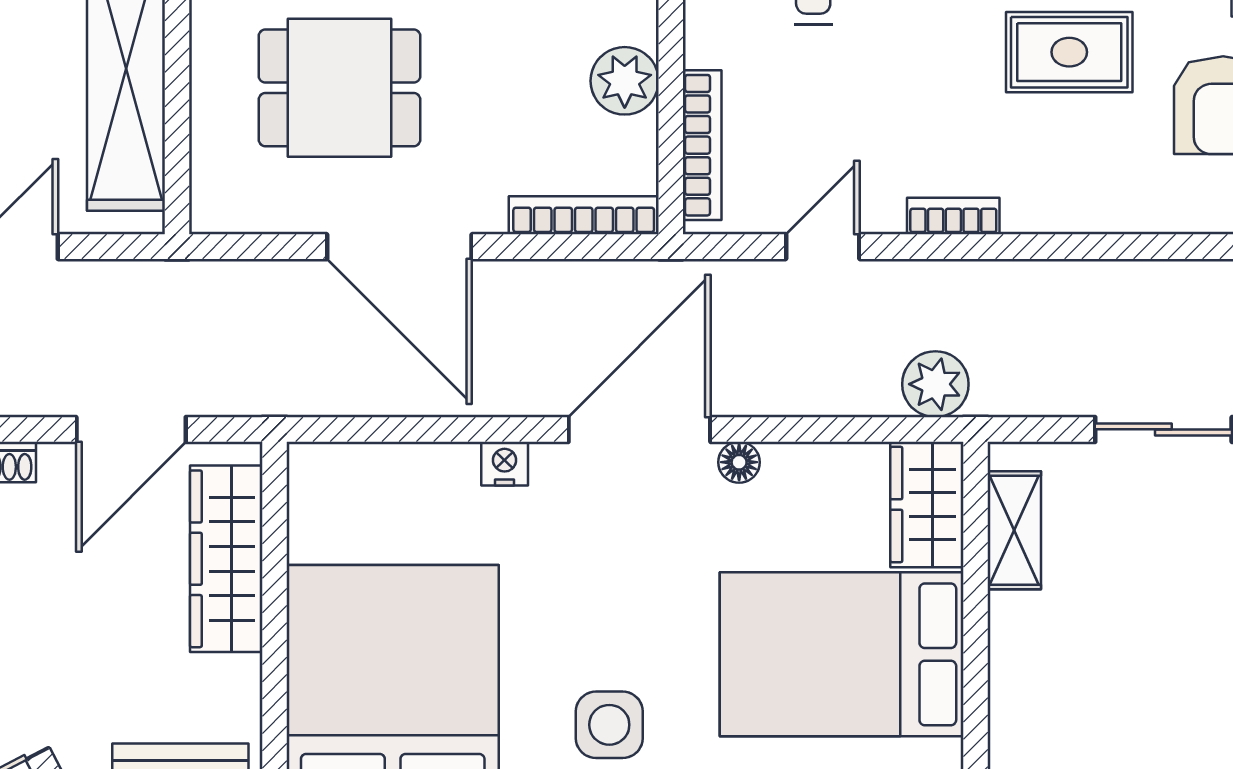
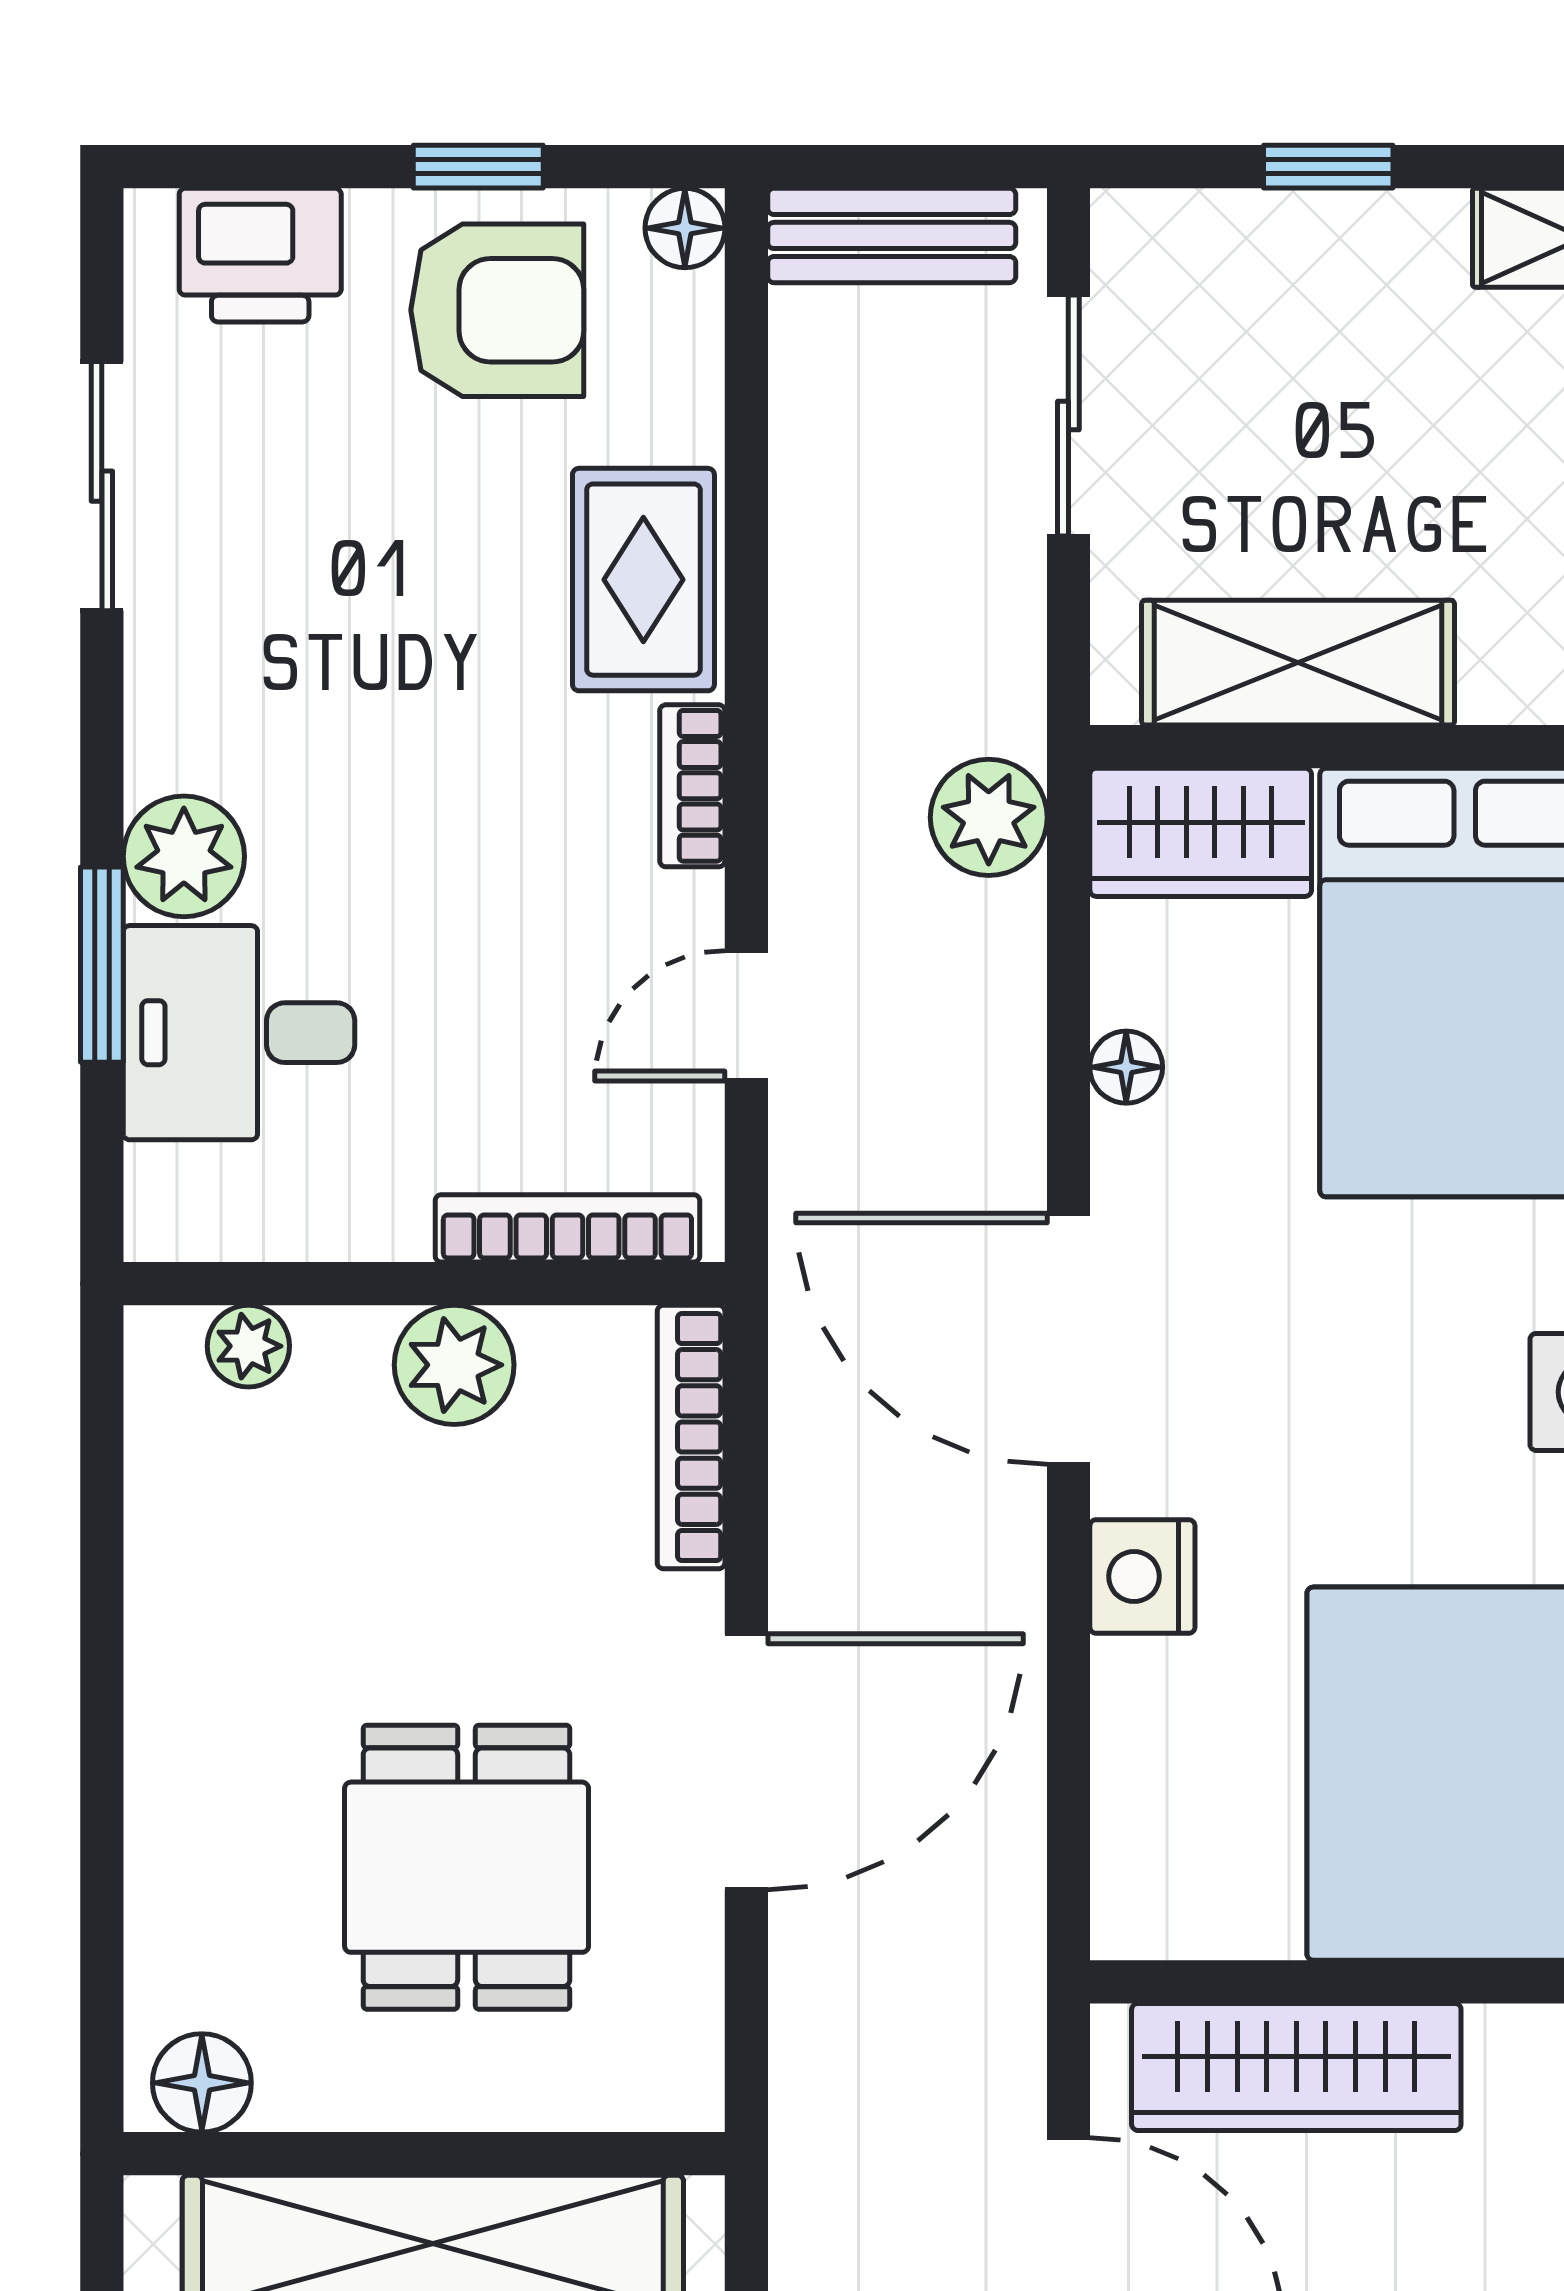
rug: (1069, 52) -> (643, 580), moved
door: (823, 247) -> (746, 1016), hinge flipped
floor lamp: (739, 462) -> (1126, 1067), moved
nightstand: (505, 464) -> (1142, 1576), width x1.39, depth x1.35
shelving: (1014, 530) -> (1298, 663), width x1.50, depth x1.33

